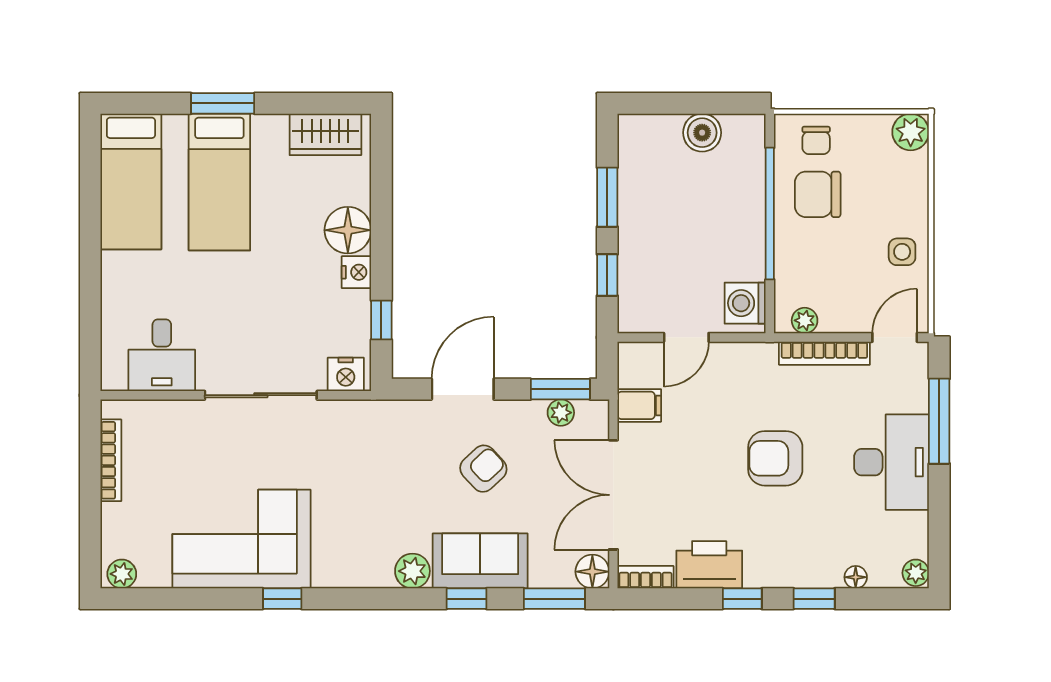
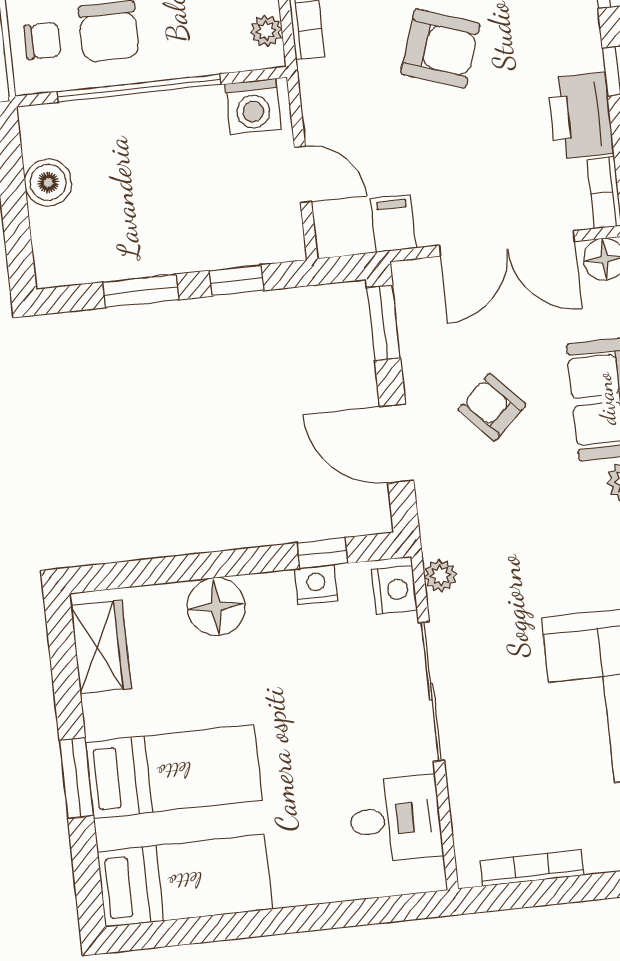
nightstand: (356, 272) -> (316, 585), moved
plant: (561, 413) -> (440, 576), moved
armchair: (775, 458) -> (440, 48), turned -71

